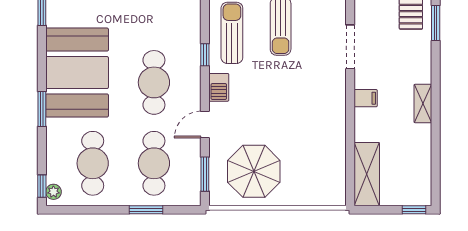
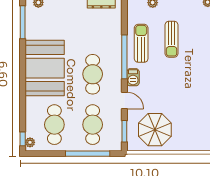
window: (205, 55) -> (124, 57), width x3.17
window: (42, 109) -> (23, 91), removed
door: (205, 125) -> (124, 100), swing flipped
window: (146, 210) -> (88, 154), width x2.11

